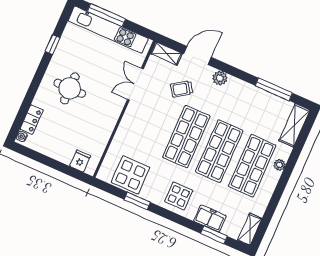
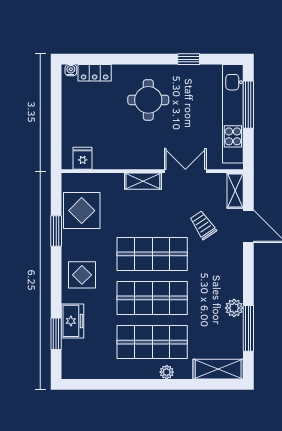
plant: (220, 78) -> (234, 308), moved
fridge: (80, 161) -> (83, 158), moved, turned -90
shelving: (250, 230) -> (143, 181), moved

